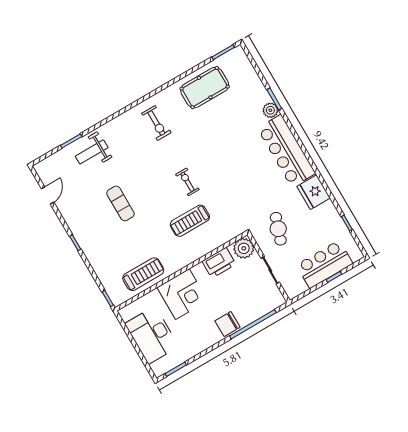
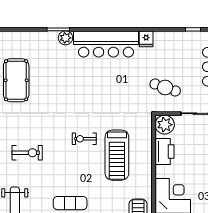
exercise bike: (156, 123) -> (27, 153), moved
fridge: (314, 192) -> (146, 39), width x0.53, depth x0.75
treadmill: (190, 221) -> (117, 155), width x1.37, depth x1.38

